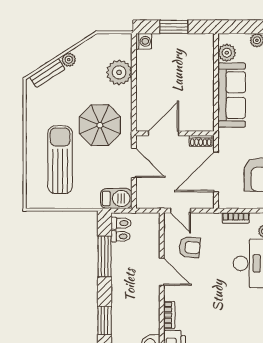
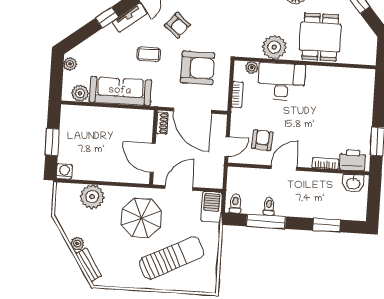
sun lounger: (60, 160) -> (172, 258), turned 153
toilet: (121, 236) -> (269, 206), moved

